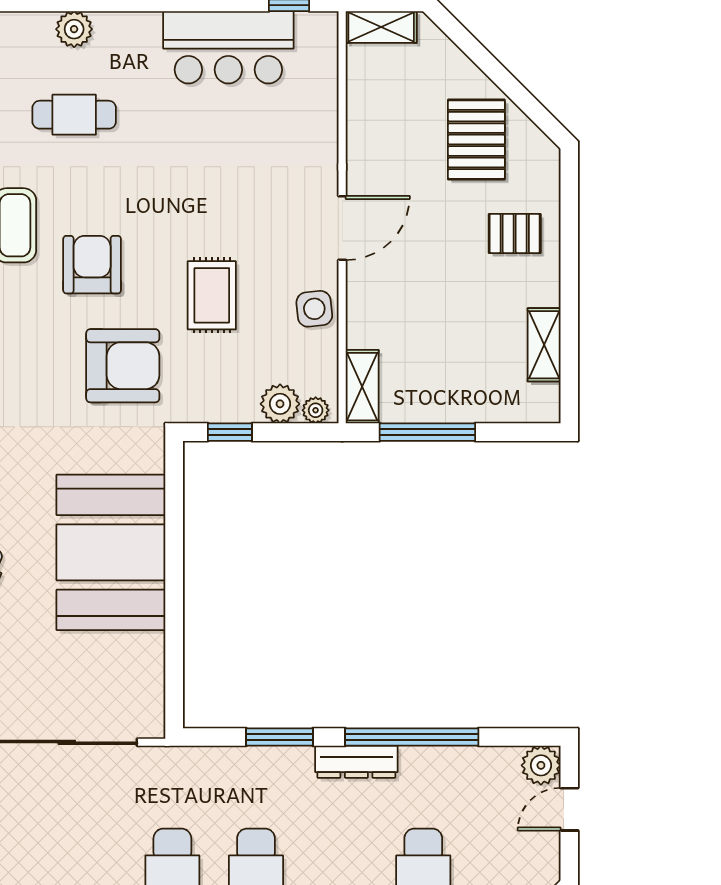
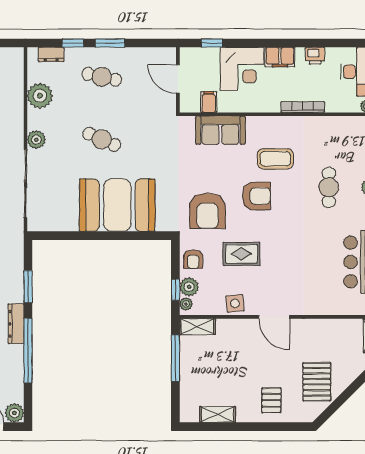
pallet: (476, 140) -> (317, 382), turned 90
armchair: (223, 395) -> (193, 259), added
window: (230, 432) -> (175, 290), moved

